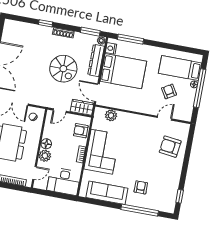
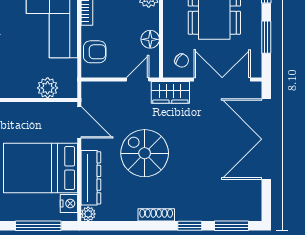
window: (90, 32) -> (231, 226), moved
wardrobe: (82, 107) -> (170, 92), moved
floor lamp: (46, 144) -> (150, 39), moved

